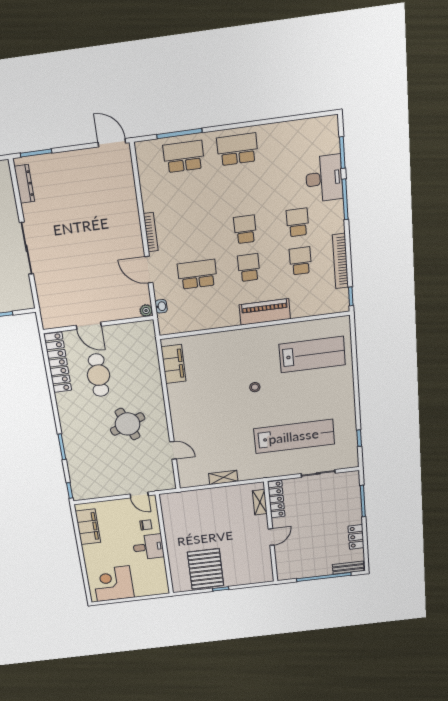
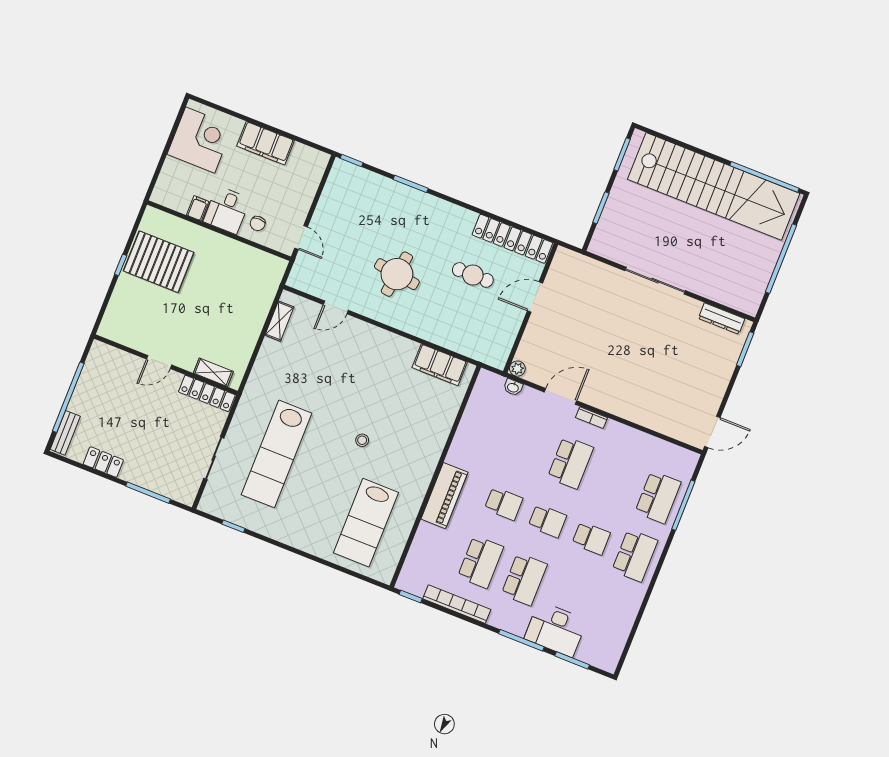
school desk: (241, 190) -> (591, 538), added
school desk: (298, 222) -> (524, 579), width x1.85
bookcase: (151, 232) -> (592, 418), width x0.64
school desk: (300, 261) -> (481, 562), width x1.85
school desk: (197, 274) -> (570, 463), moved
cafe table: (99, 375) -> (473, 275), width x0.73, depth x0.74
round table: (128, 424) -> (397, 274), turned 31
shelving: (223, 477) -> (279, 321), moved
door: (139, 495) -> (301, 237), swing flipped
filing cabinet: (88, 527) -> (266, 143), moved
door: (271, 537) -> (159, 362), hinge flipped
filing cabinet: (158, 564) -> (198, 208), added

